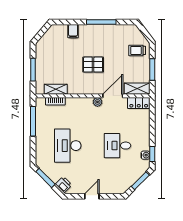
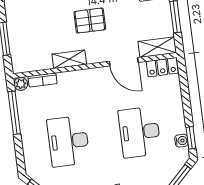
shelving: (56, 89) -> (69, 59), moved
door: (113, 96) -> (124, 62), swing flipped
plant: (97, 102) -> (21, 84), moved
desk: (117, 146) -> (140, 132), width x1.37

